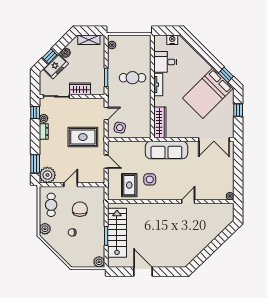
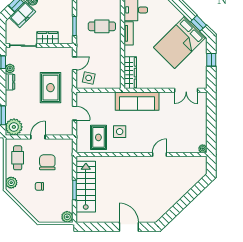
rug: (83, 137) -> (50, 88), turned 90
double door: (214, 140) -> (186, 90), width x0.73
door: (143, 272) -> (129, 227), moved

